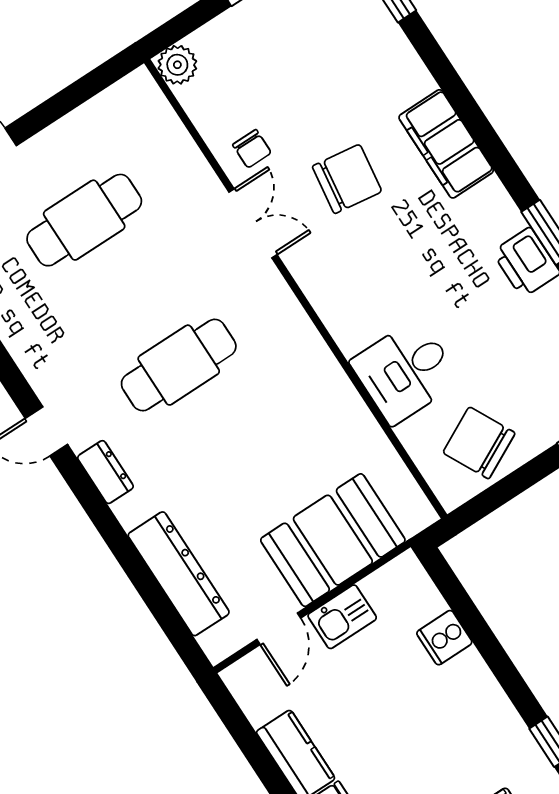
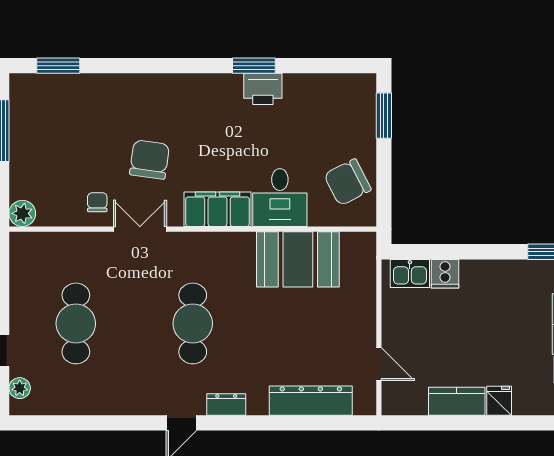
filing cabinet: (446, 144) -> (217, 209), moved, turned 180
chair: (252, 149) -> (97, 202), turned -90
booth: (333, 540) -> (298, 259), moved, turned 90
kitchen sink: (342, 617) -> (410, 273), moved, turned 90

